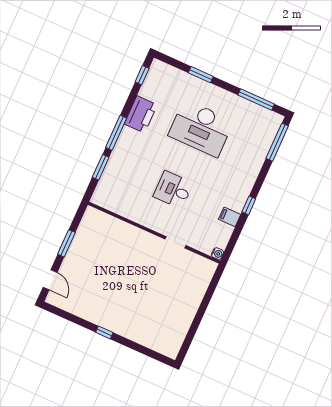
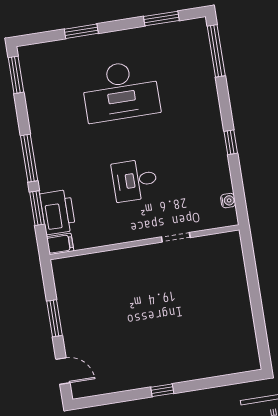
window: (142, 75) -> (16, 75), width x1.50
window: (256, 99) -> (161, 19), width x0.69
printer: (141, 114) -> (58, 212), moved
filing cabinet: (230, 217) -> (60, 244), moved, turned 180
water cooler: (217, 254) -> (228, 201), moved

